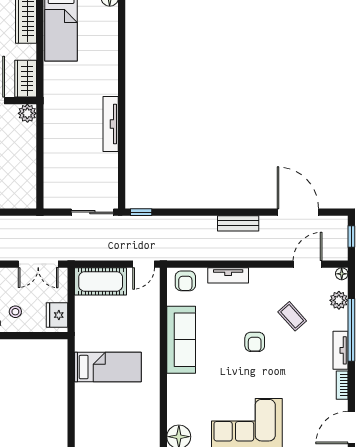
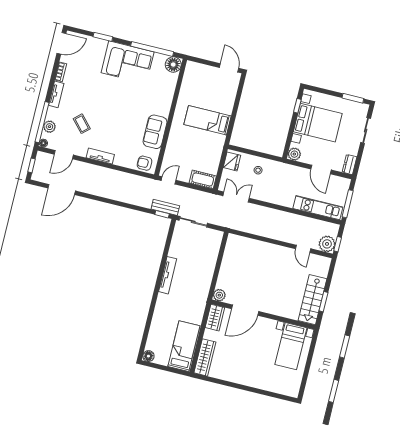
door: (298, 212) -> (62, 189), hinge flipped
bench: (238, 223) -> (165, 207), moved
tv unit: (228, 275) -> (100, 156), moved
cot: (101, 281) -> (203, 179), width x0.73, depth x0.75
armchair: (185, 281) -> (145, 163), turned -90
window: (351, 330) -> (42, 122), moved
sofa: (181, 340) -> (155, 132), width x0.73
armchair: (255, 342) -> (110, 113), removed

